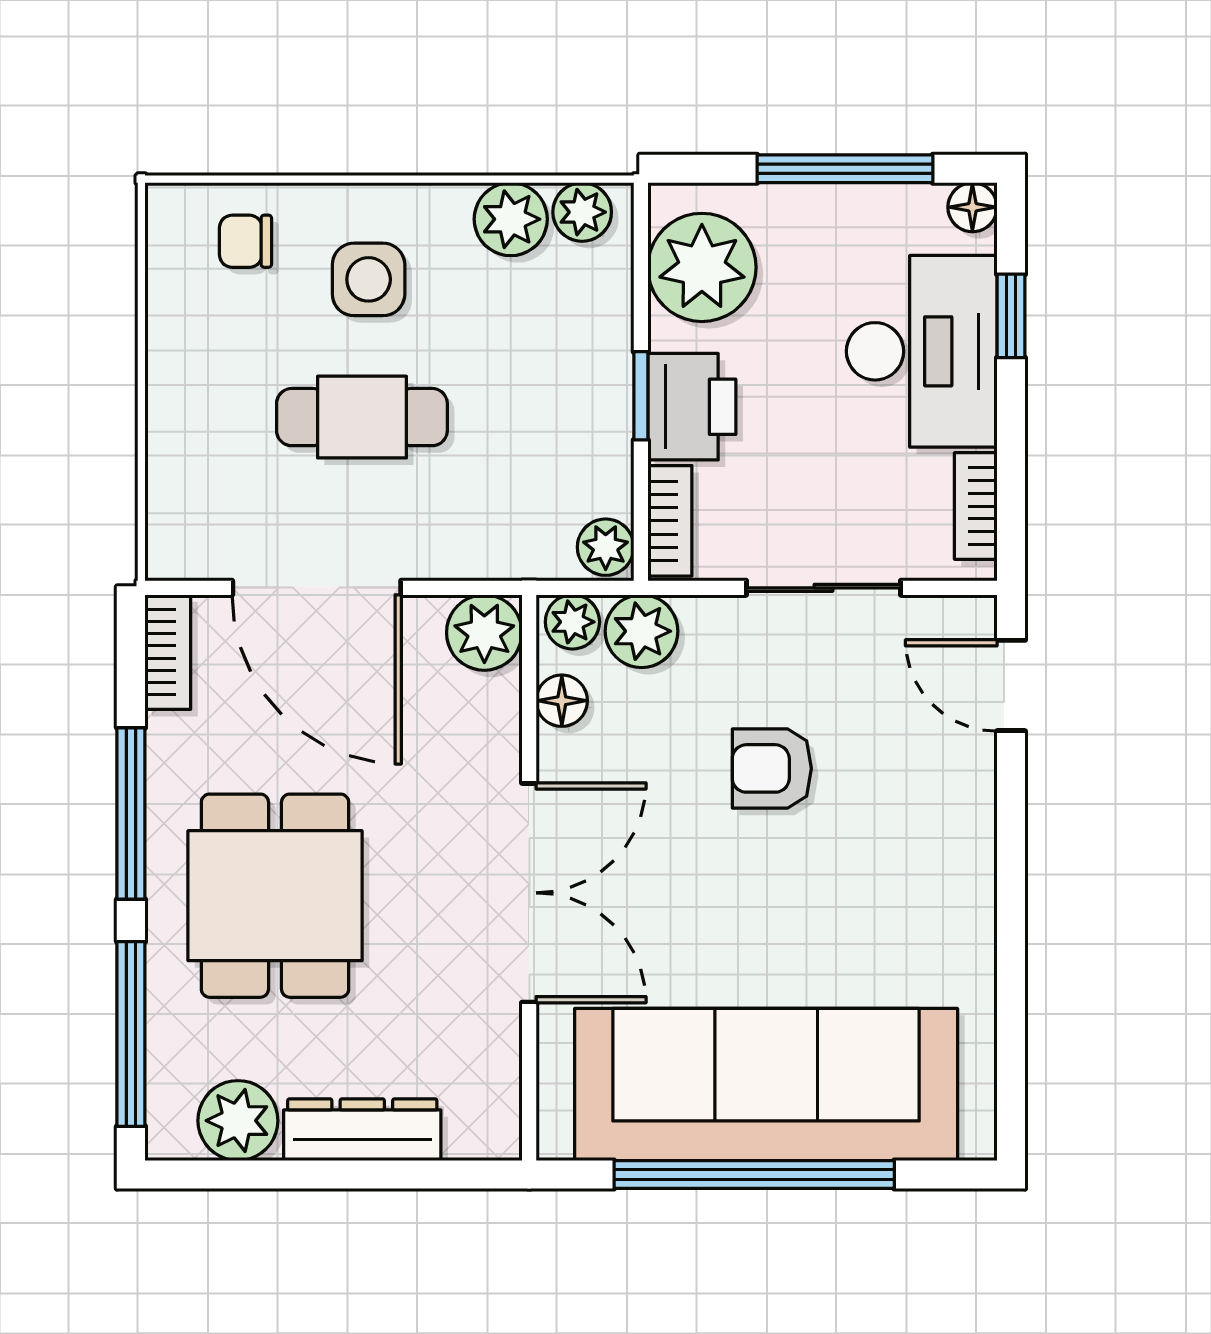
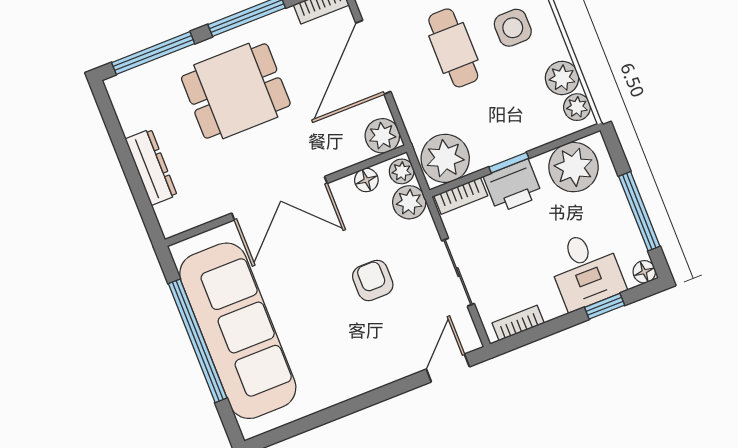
desk: (922, 351) -> (586, 270), width x0.73
plant: (606, 547) -> (445, 158), width x1.87, depth x1.87
plant: (238, 1121) -> (134, 113), removed

